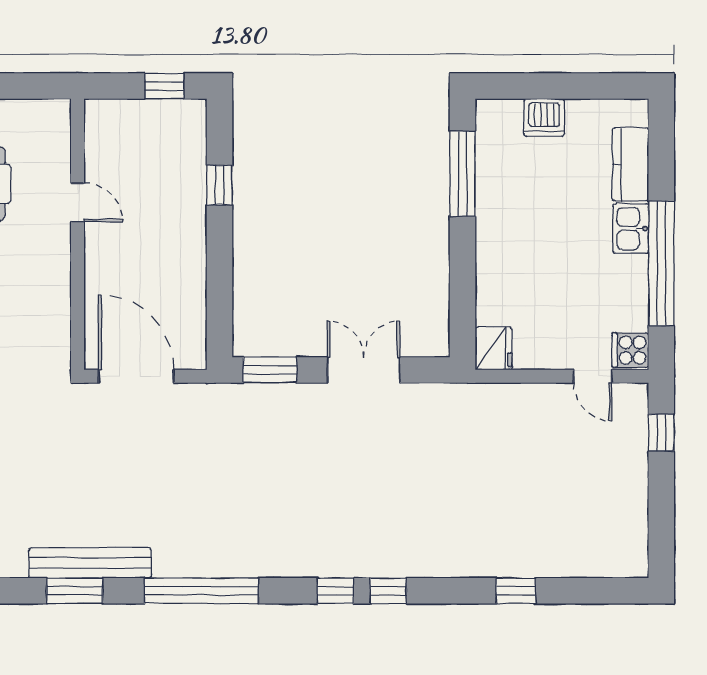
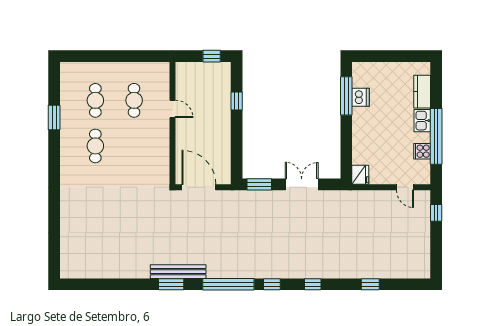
dishwasher: (544, 117) -> (361, 97), moved, turned -90
cooker: (630, 350) -> (422, 151), moved
window: (335, 591) -> (272, 284), moved

